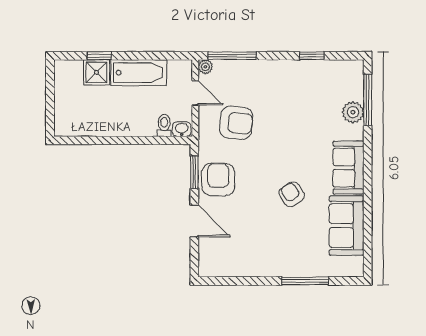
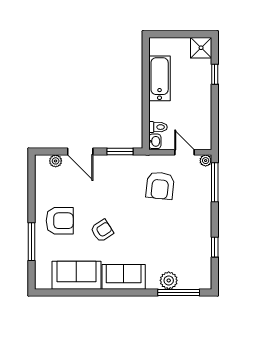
shower: (97, 72) -> (201, 48), moved
bathtub: (139, 73) -> (160, 78), moved, turned 180
door: (195, 93) -> (184, 152), swing flipped
armchair: (218, 180) -> (60, 221), moved
door: (194, 221) -> (80, 152), hinge flipped
plant: (206, 251) -> (56, 161), added

